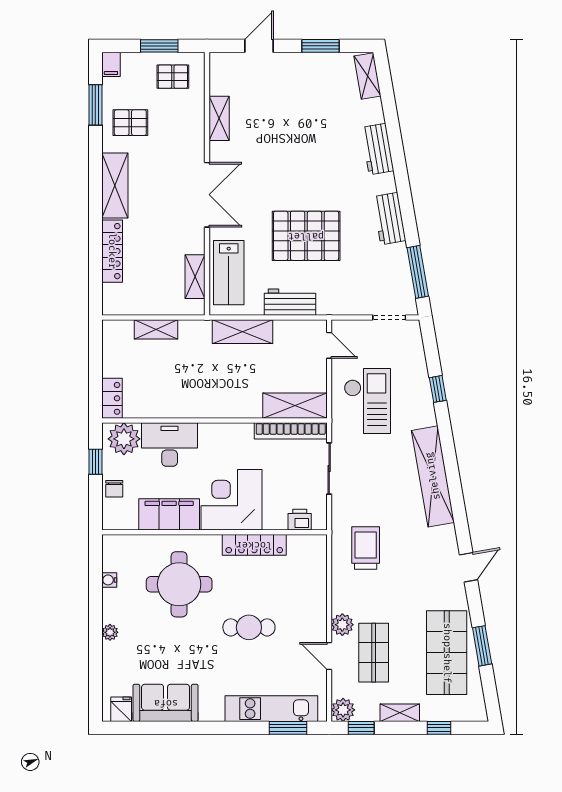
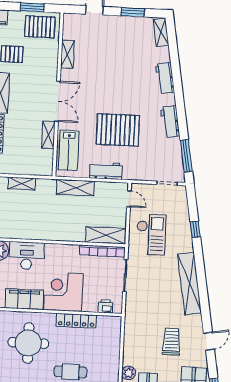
pallet: (173, 77) -> (40, 27), width x1.50, depth x1.42
shelving: (195, 277) -> (48, 135), moved
trolley: (366, 548) -> (171, 342), moved

